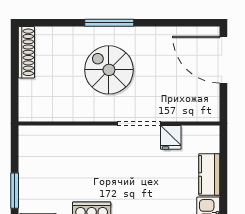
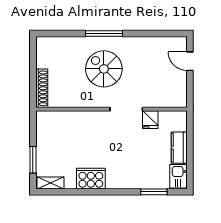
shoe rack: (26, 52) -> (42, 88), moved
door: (223, 60) -> (190, 61), width x0.53

